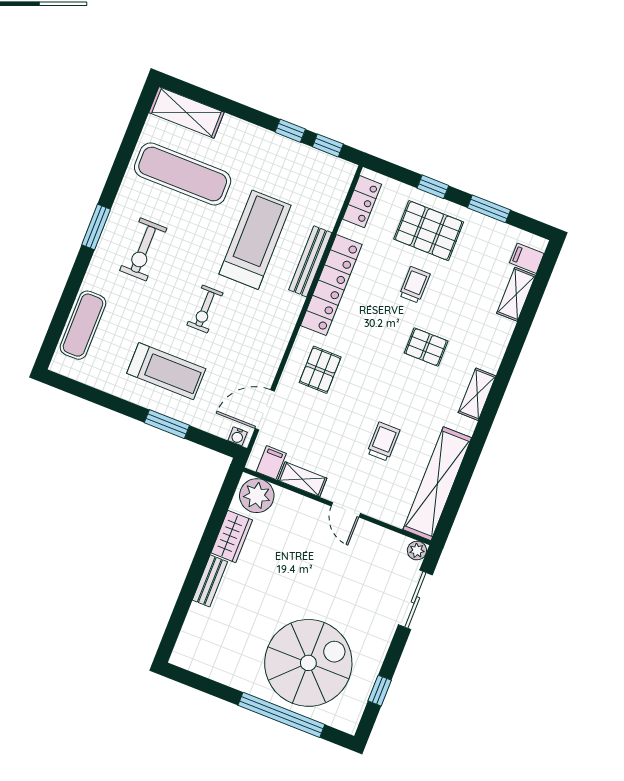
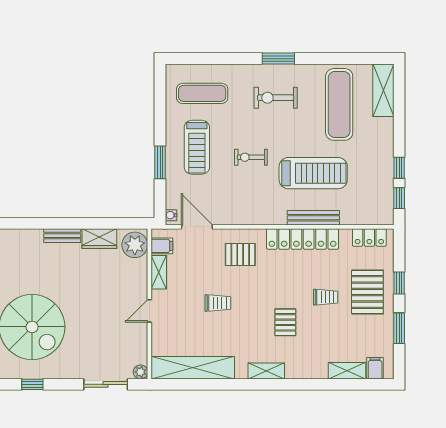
exercise mat: (83, 325) -> (202, 93), moved
trolley: (383, 442) -> (218, 303), moved

